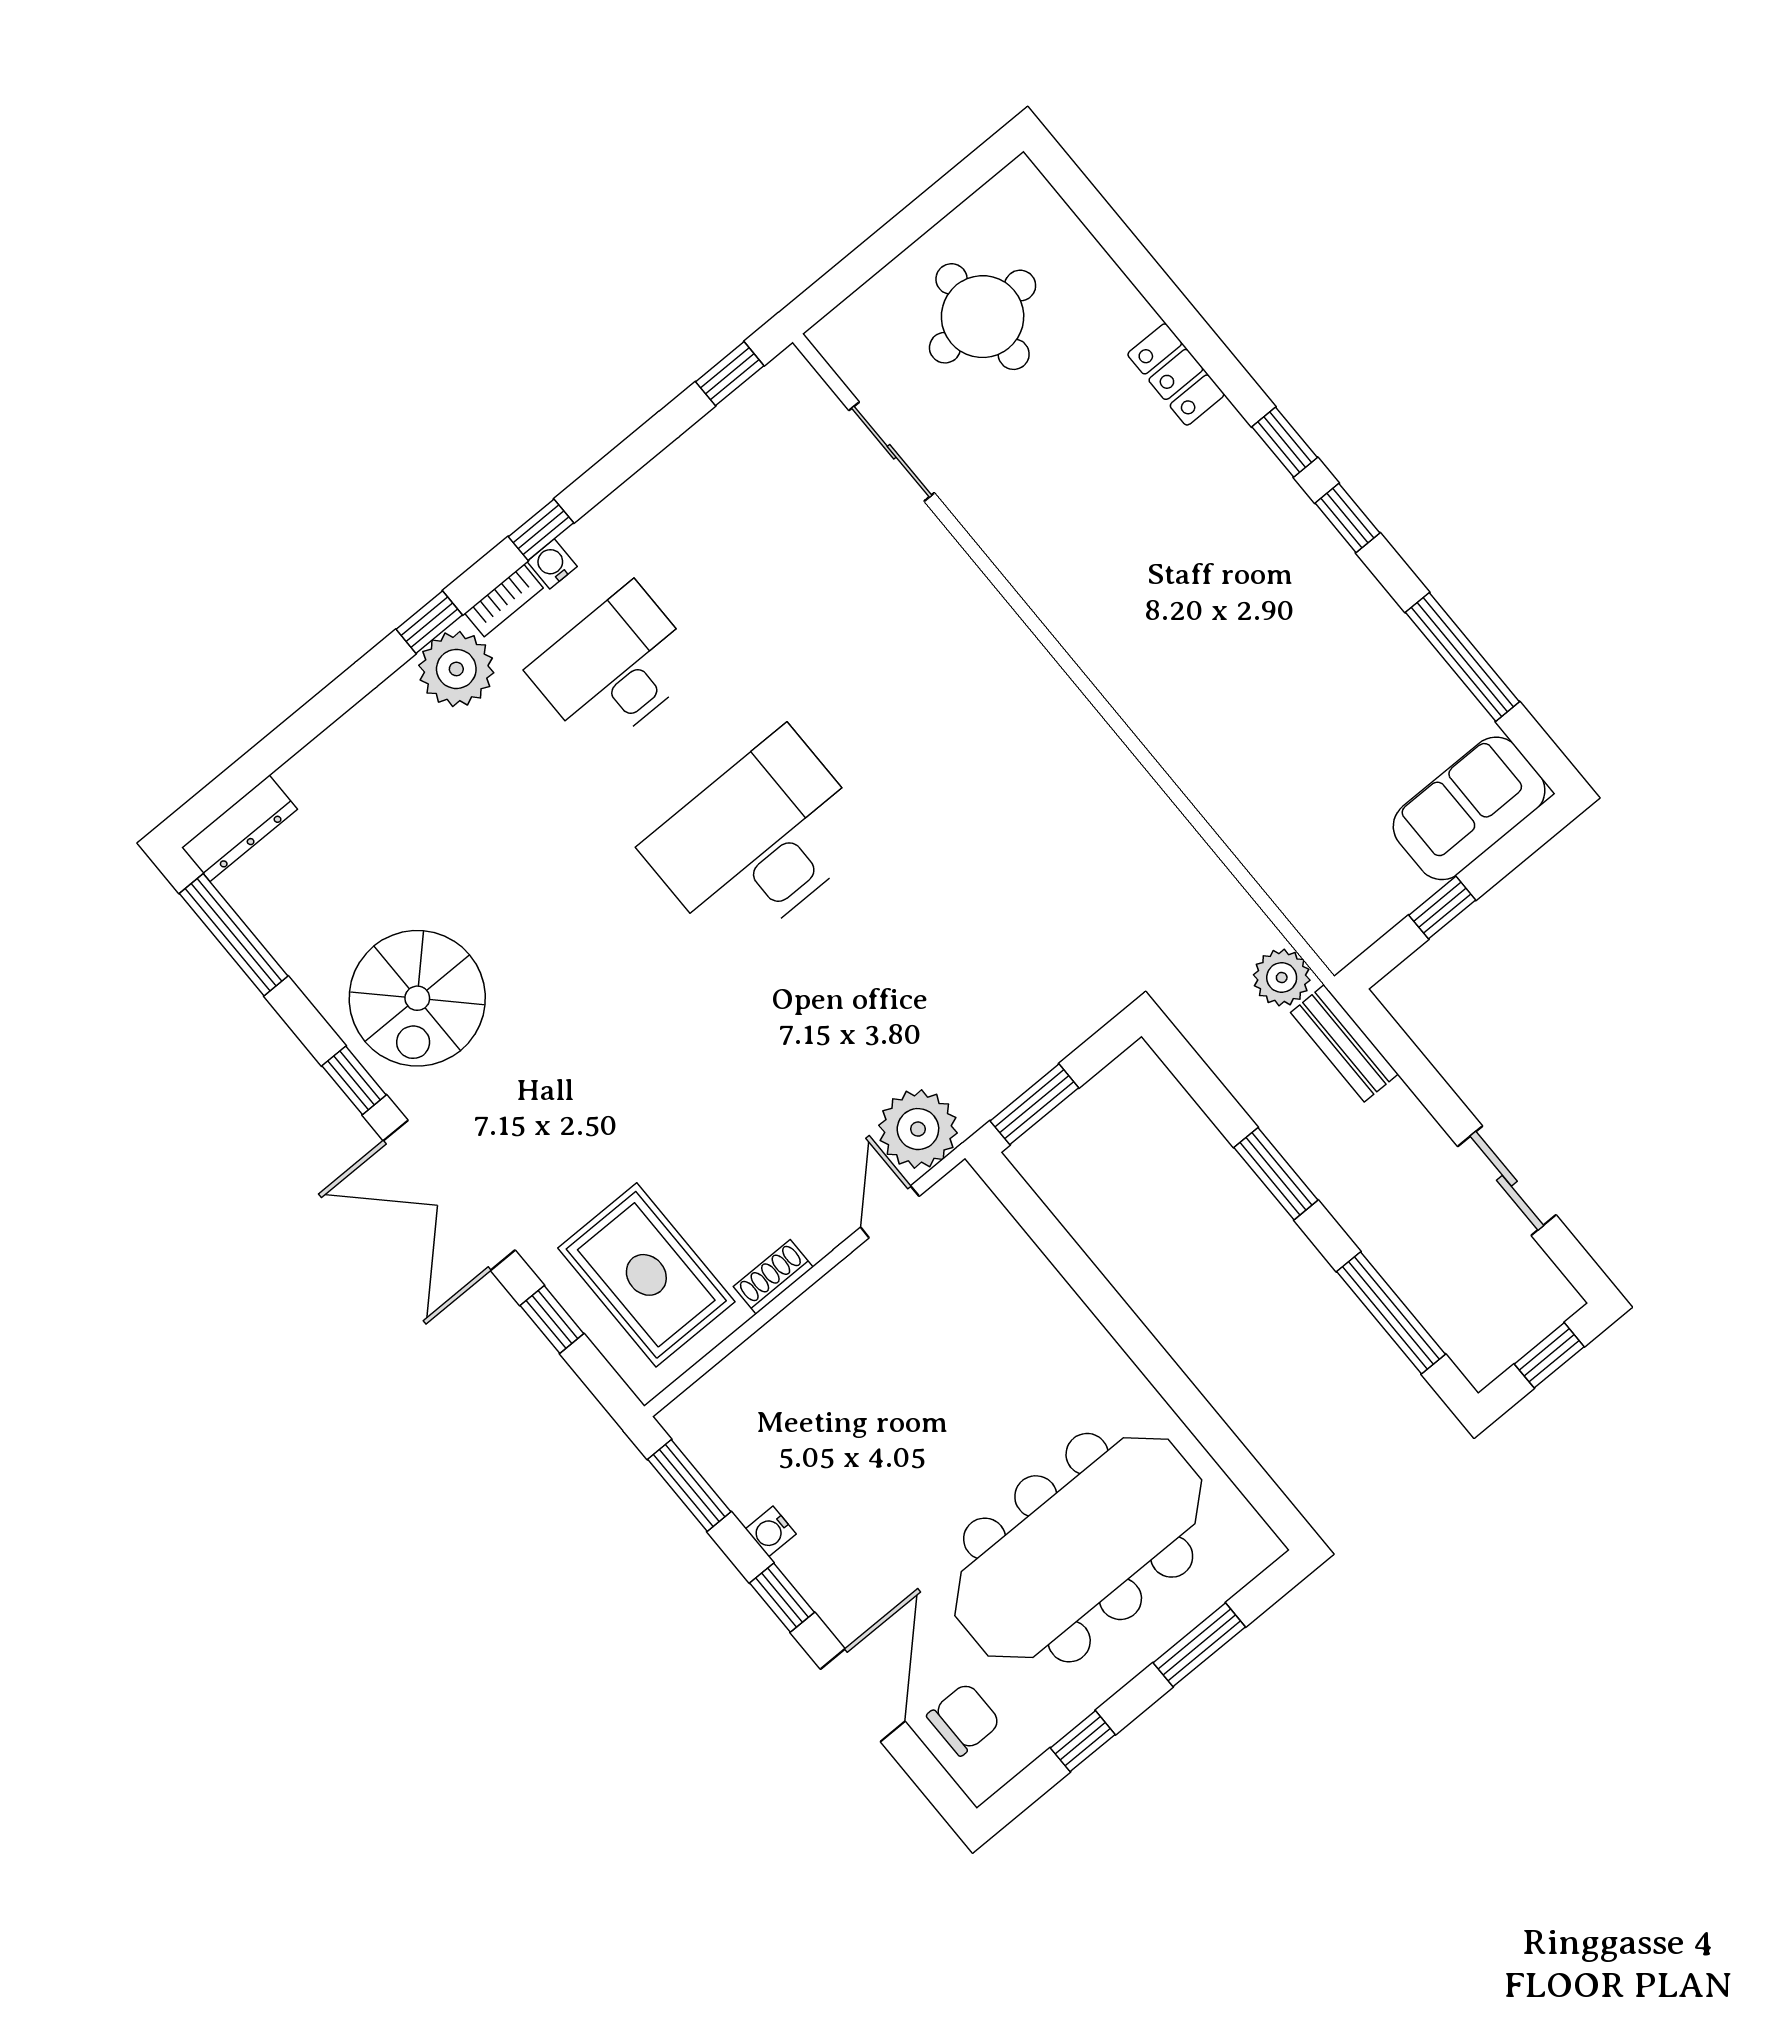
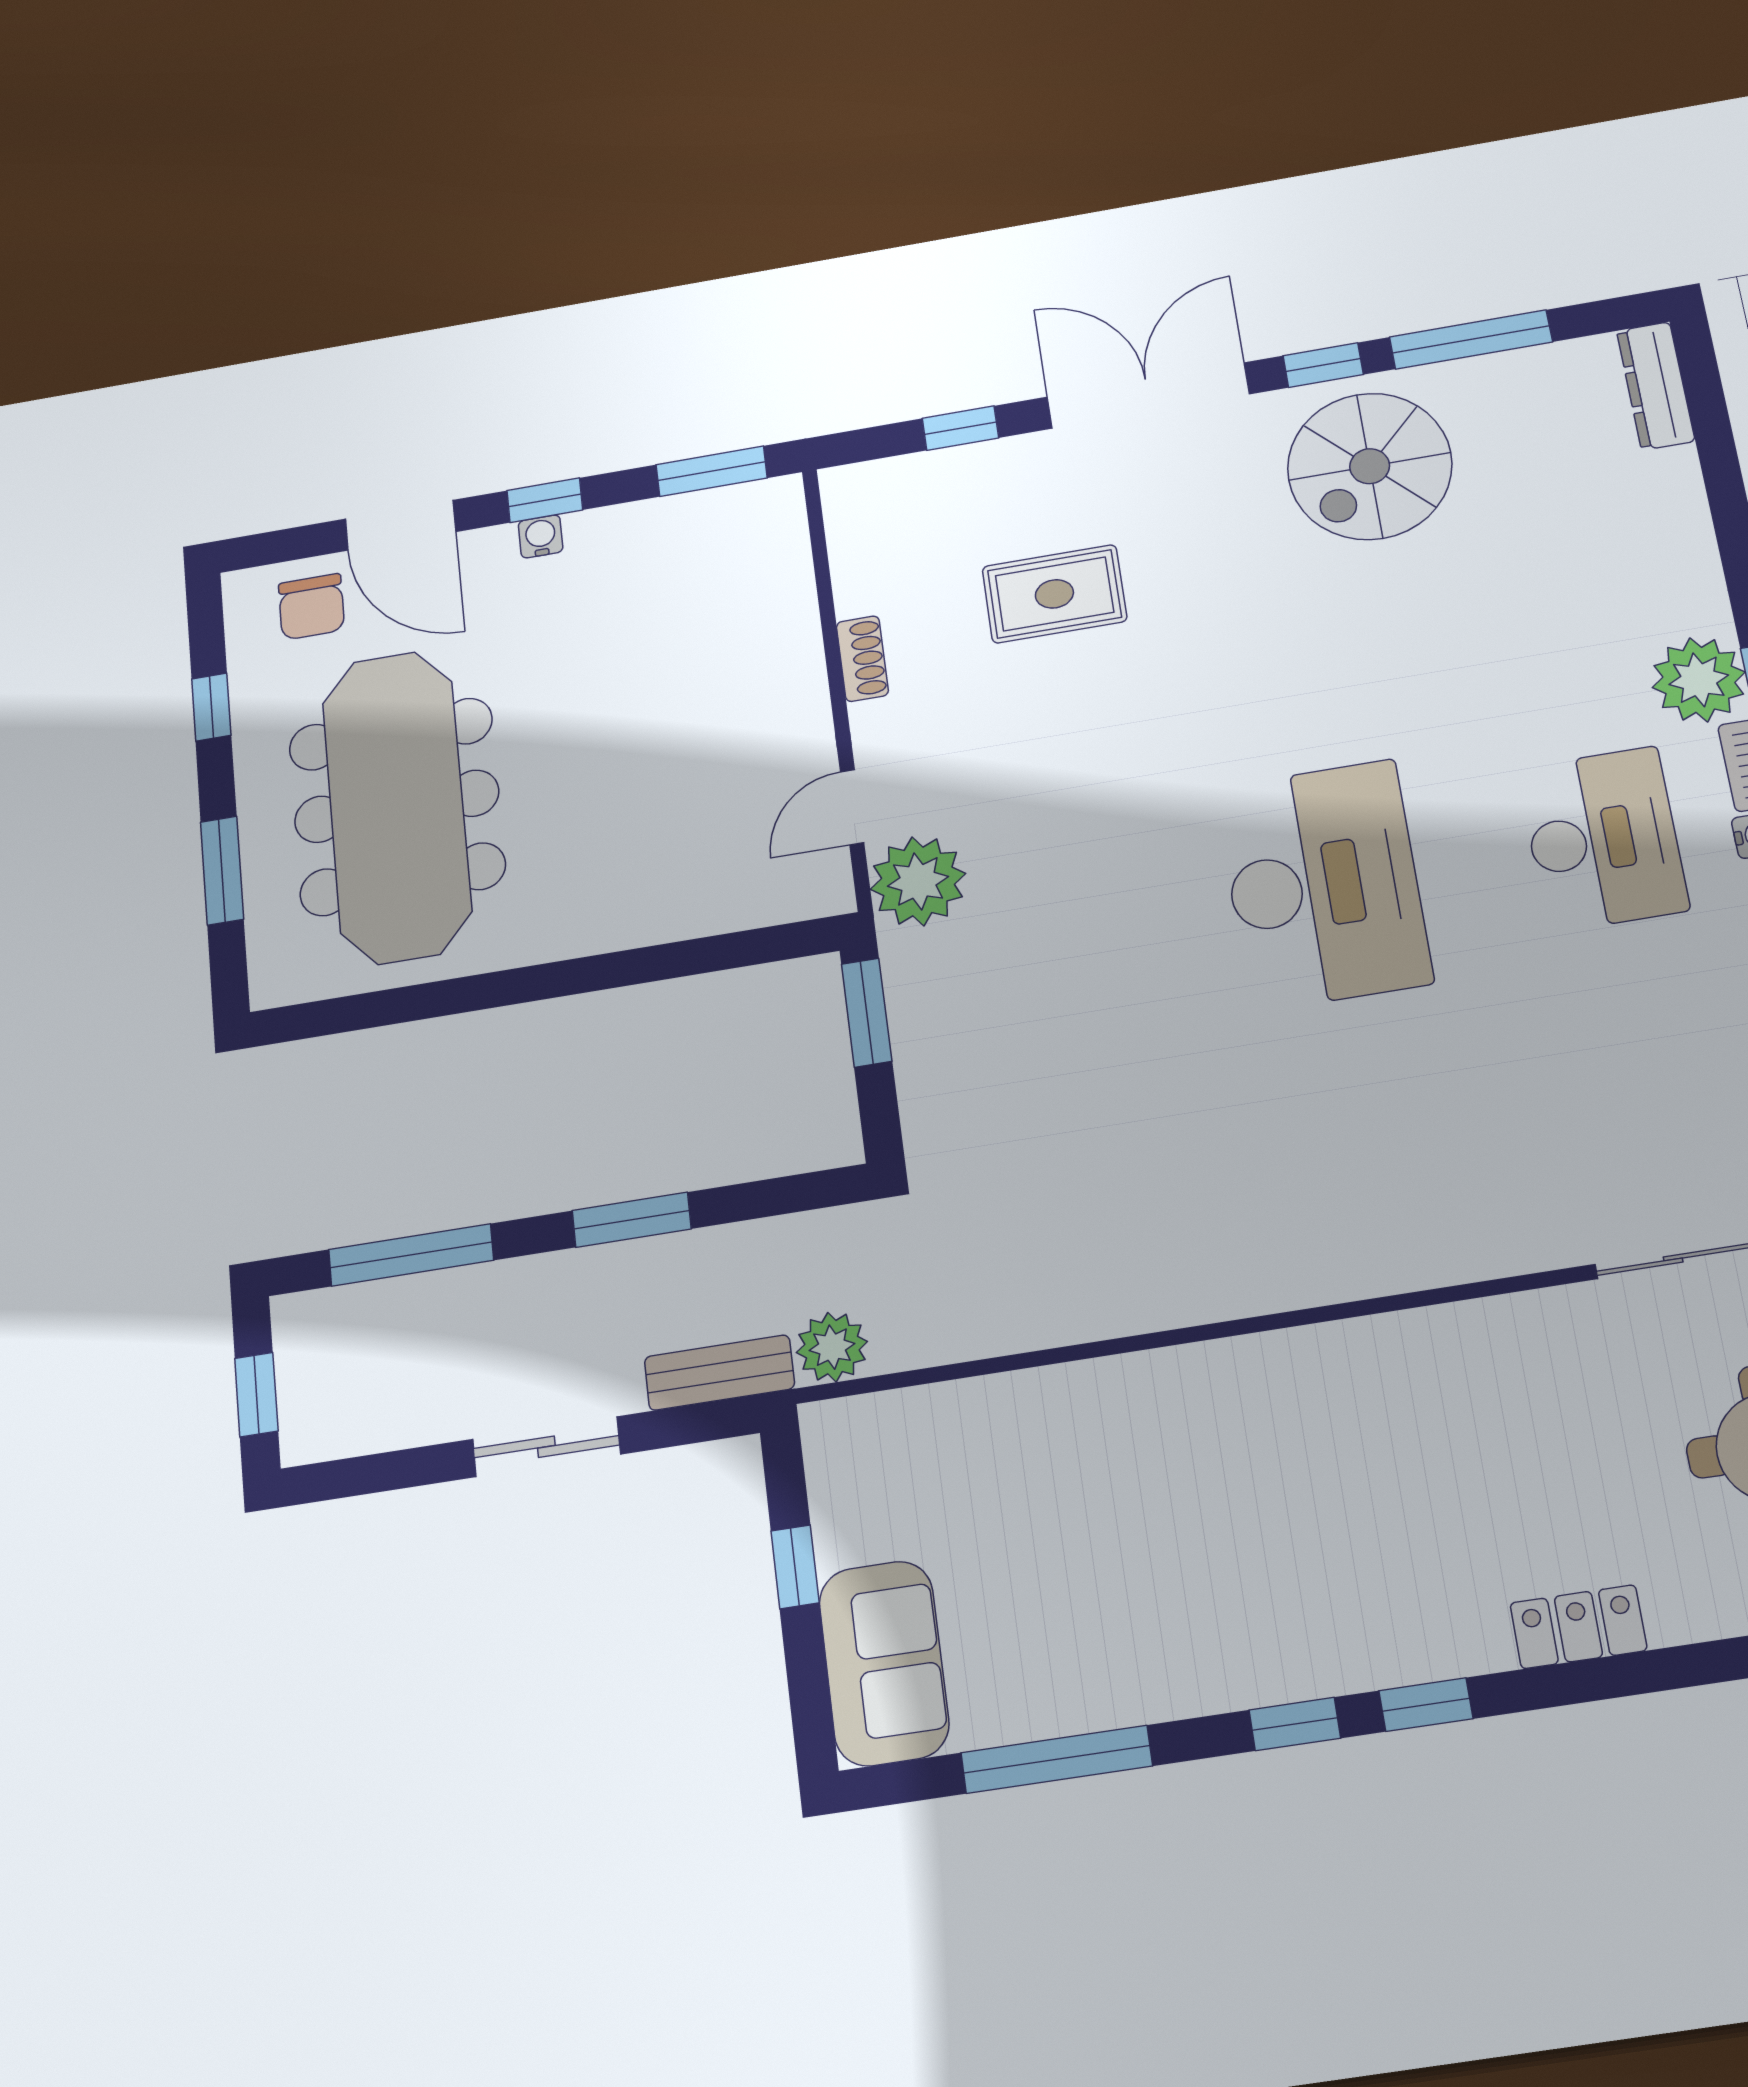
window: (234, 935) -> (1471, 339), moved
spiral stairs: (417, 998) -> (1370, 466), turned -90
sliding door: (1507, 1181) -> (546, 1447), moved
door: (890, 1212) -> (852, 807), swing flipped
rug: (646, 1275) -> (1054, 594), moved, width x0.73, depth x0.70
water cooler: (771, 1531) -> (541, 536), moved

